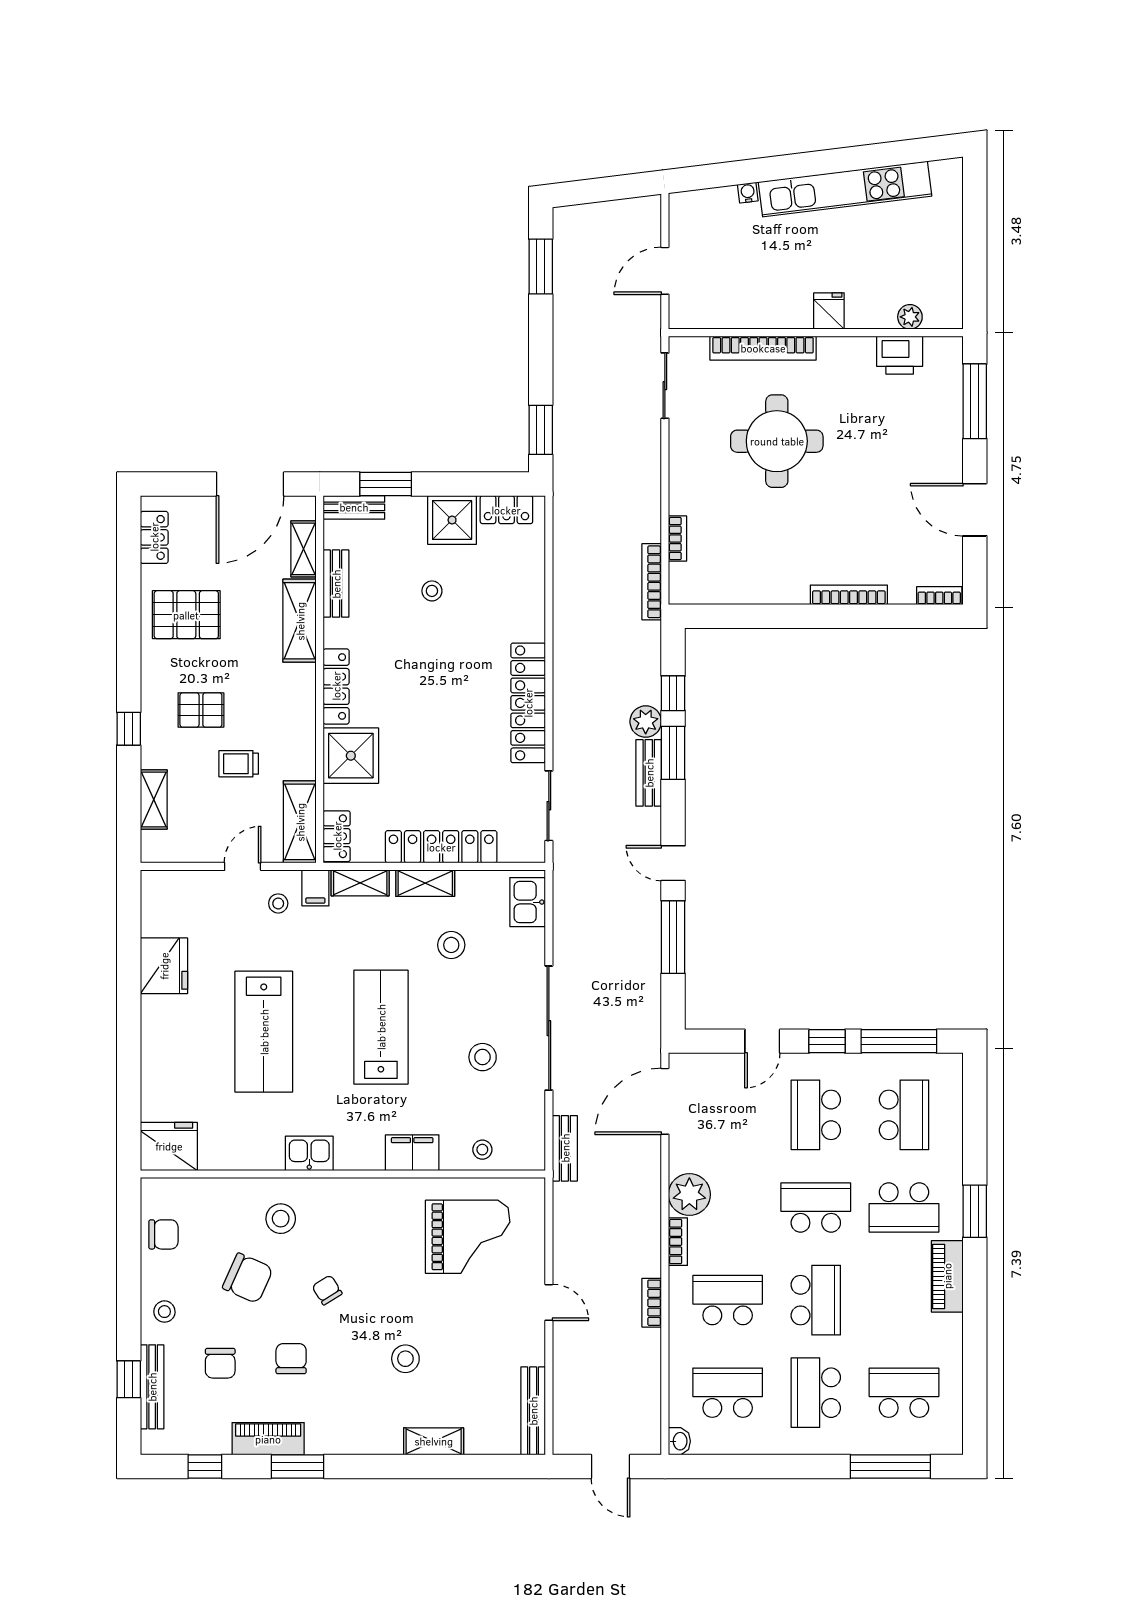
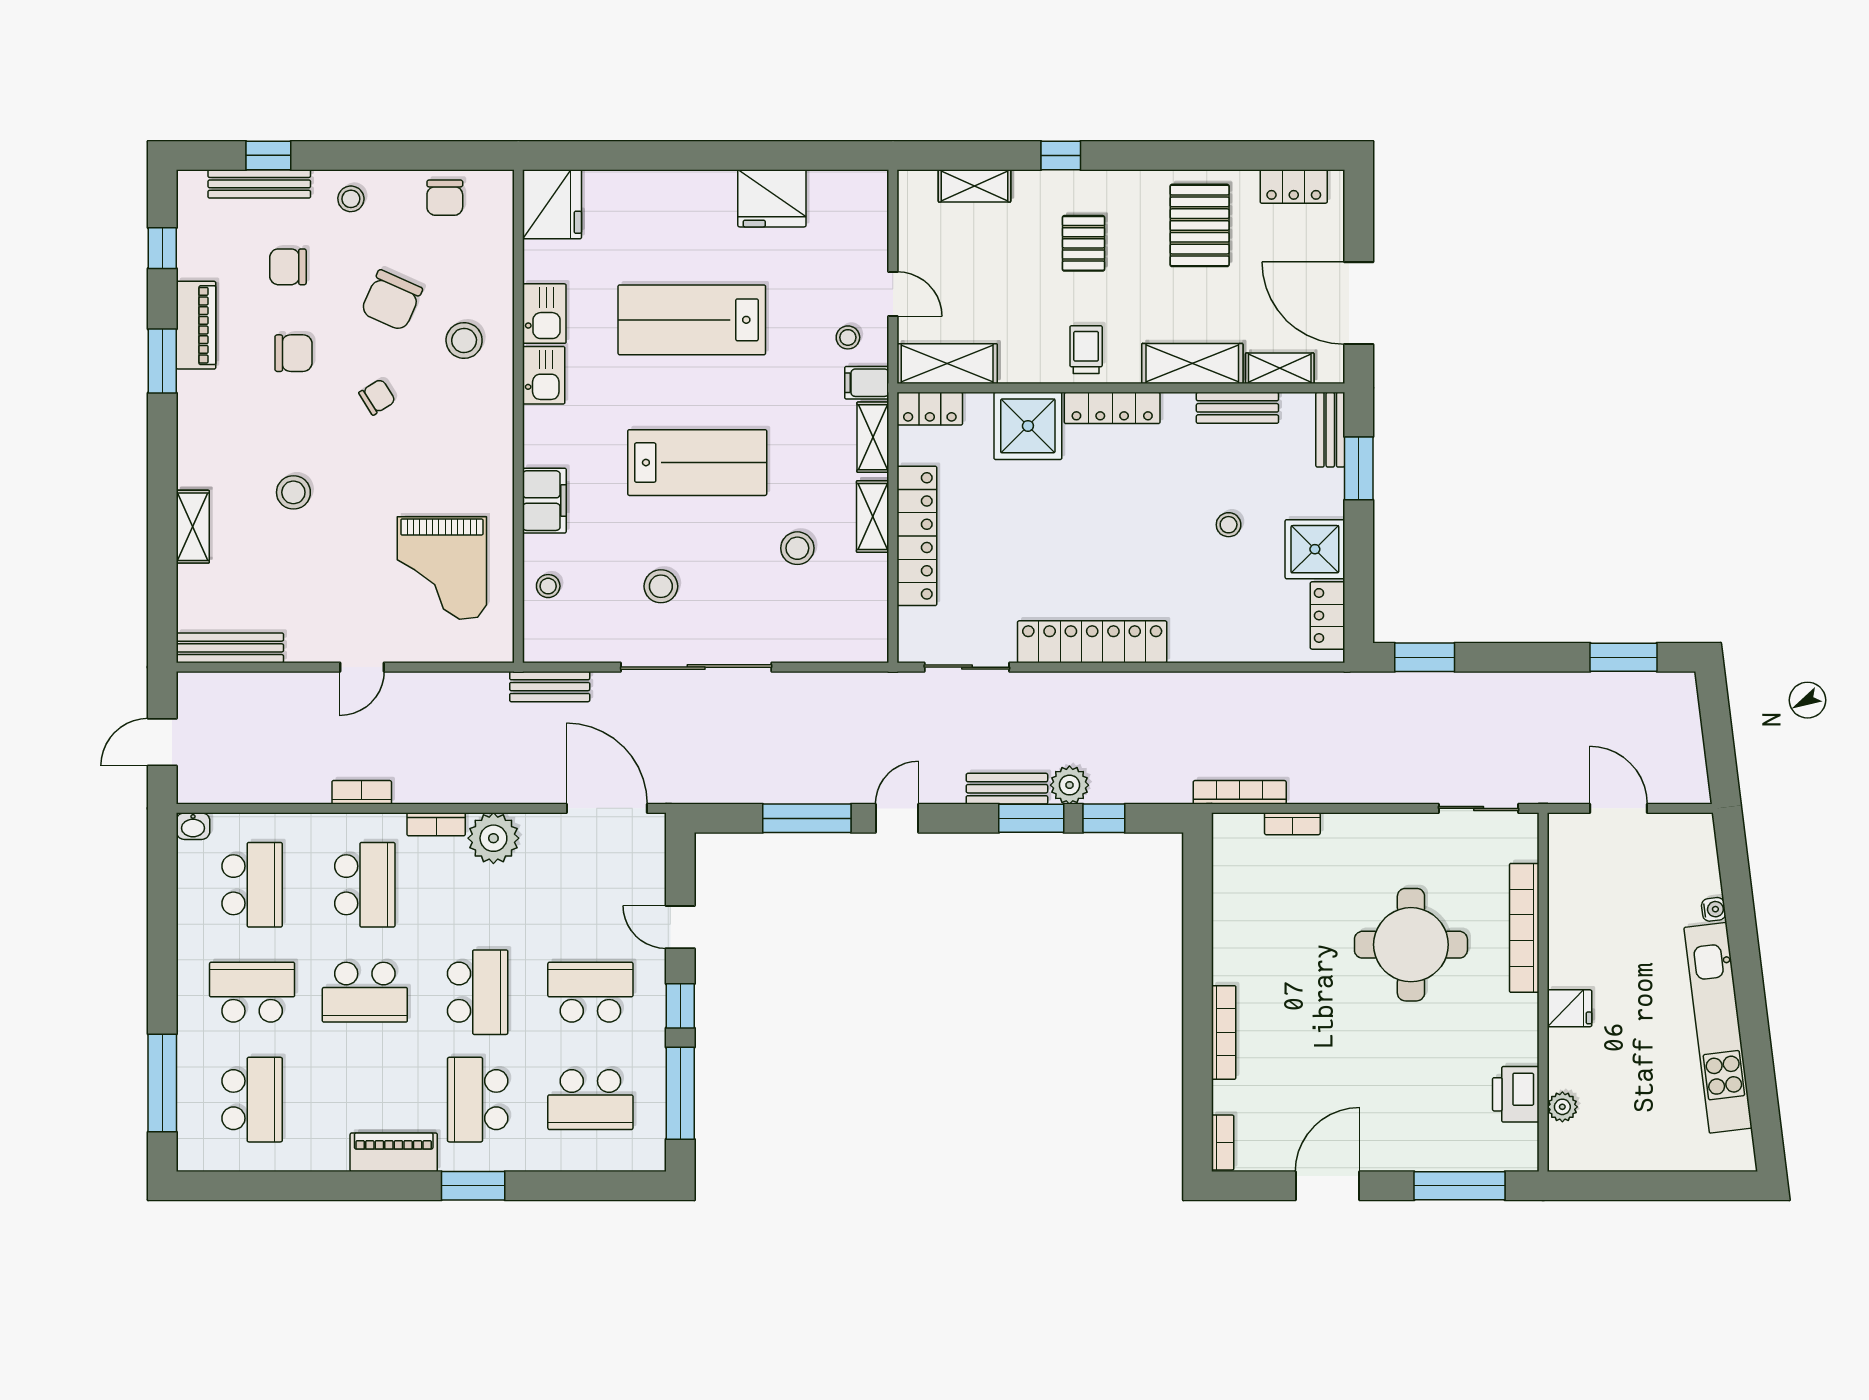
trolley: (239, 764) -> (1086, 350), moved
kitchen sink: (528, 902) -> (544, 314), moved, turned 90

